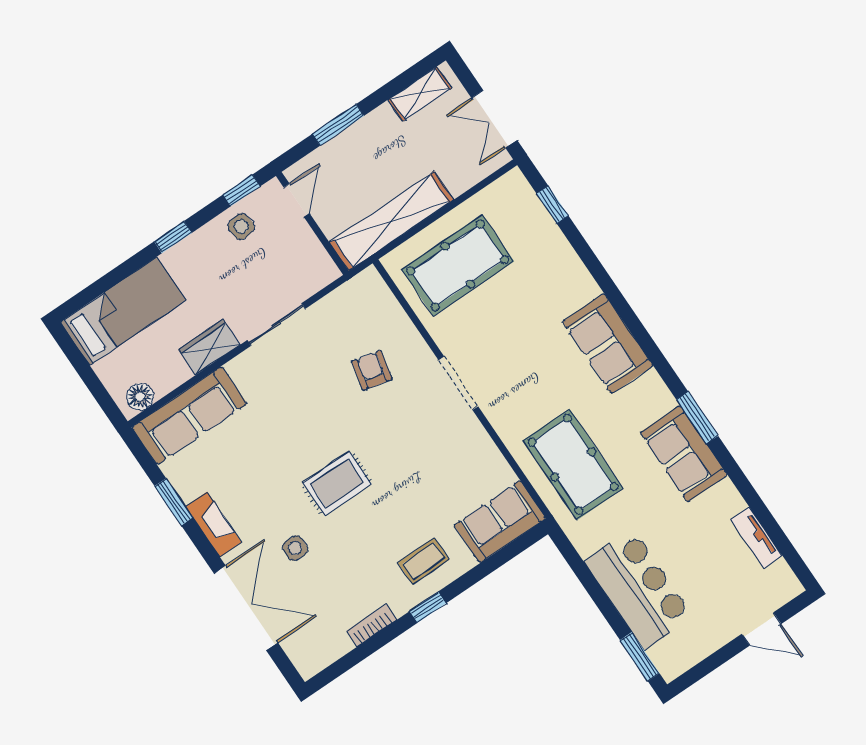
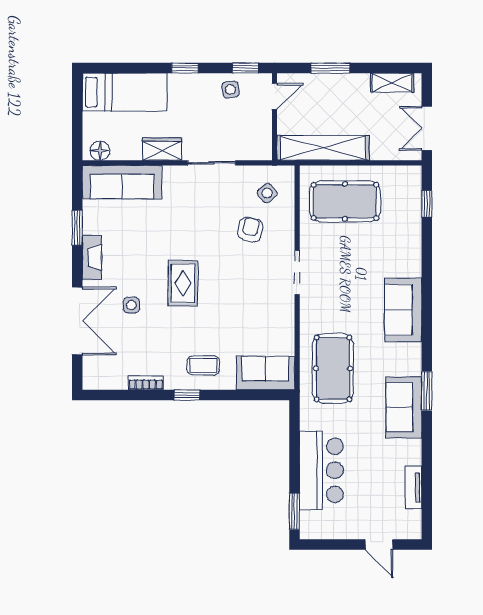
side table: (363, 316) -> (267, 193), added
rug: (337, 484) -> (183, 283), turned 90

